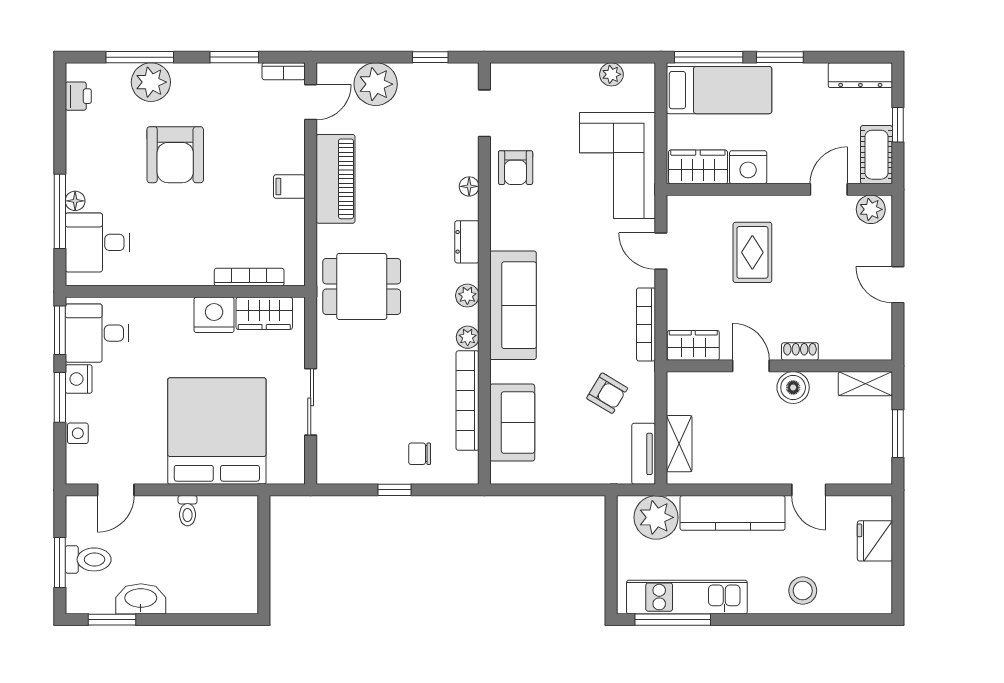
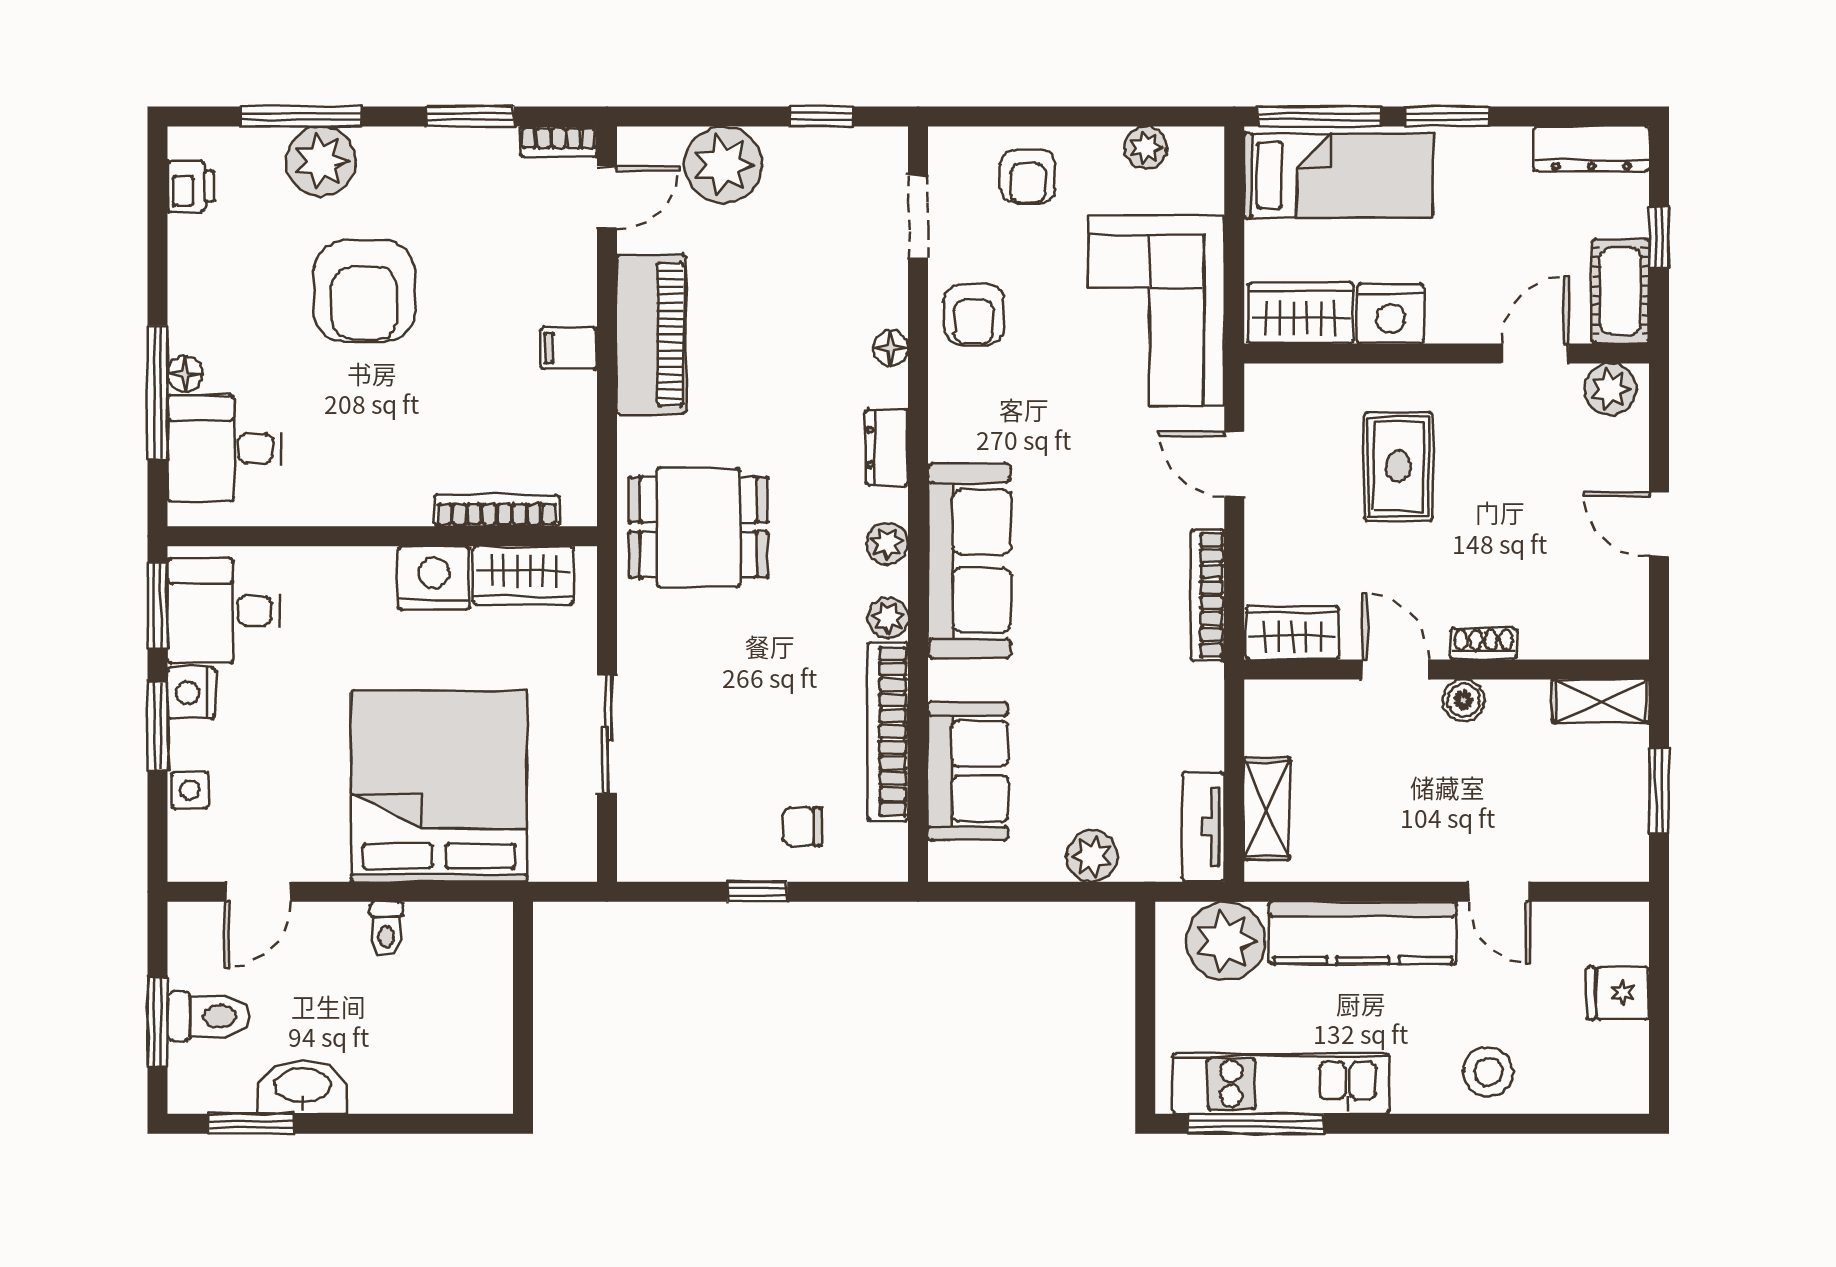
boiler: (793, 387) -> (1463, 700), width x0.73, depth x0.73
armchair: (607, 393) -> (1028, 177), moved, turned 59
plant: (581, 470) -> (1092, 856), added
fridge: (875, 541) -> (1618, 993), width x0.72

